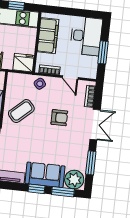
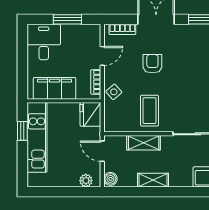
desk: (86, 36) -> (44, 42), width x0.73
coffee table: (21, 111) -> (149, 111), turned 42

